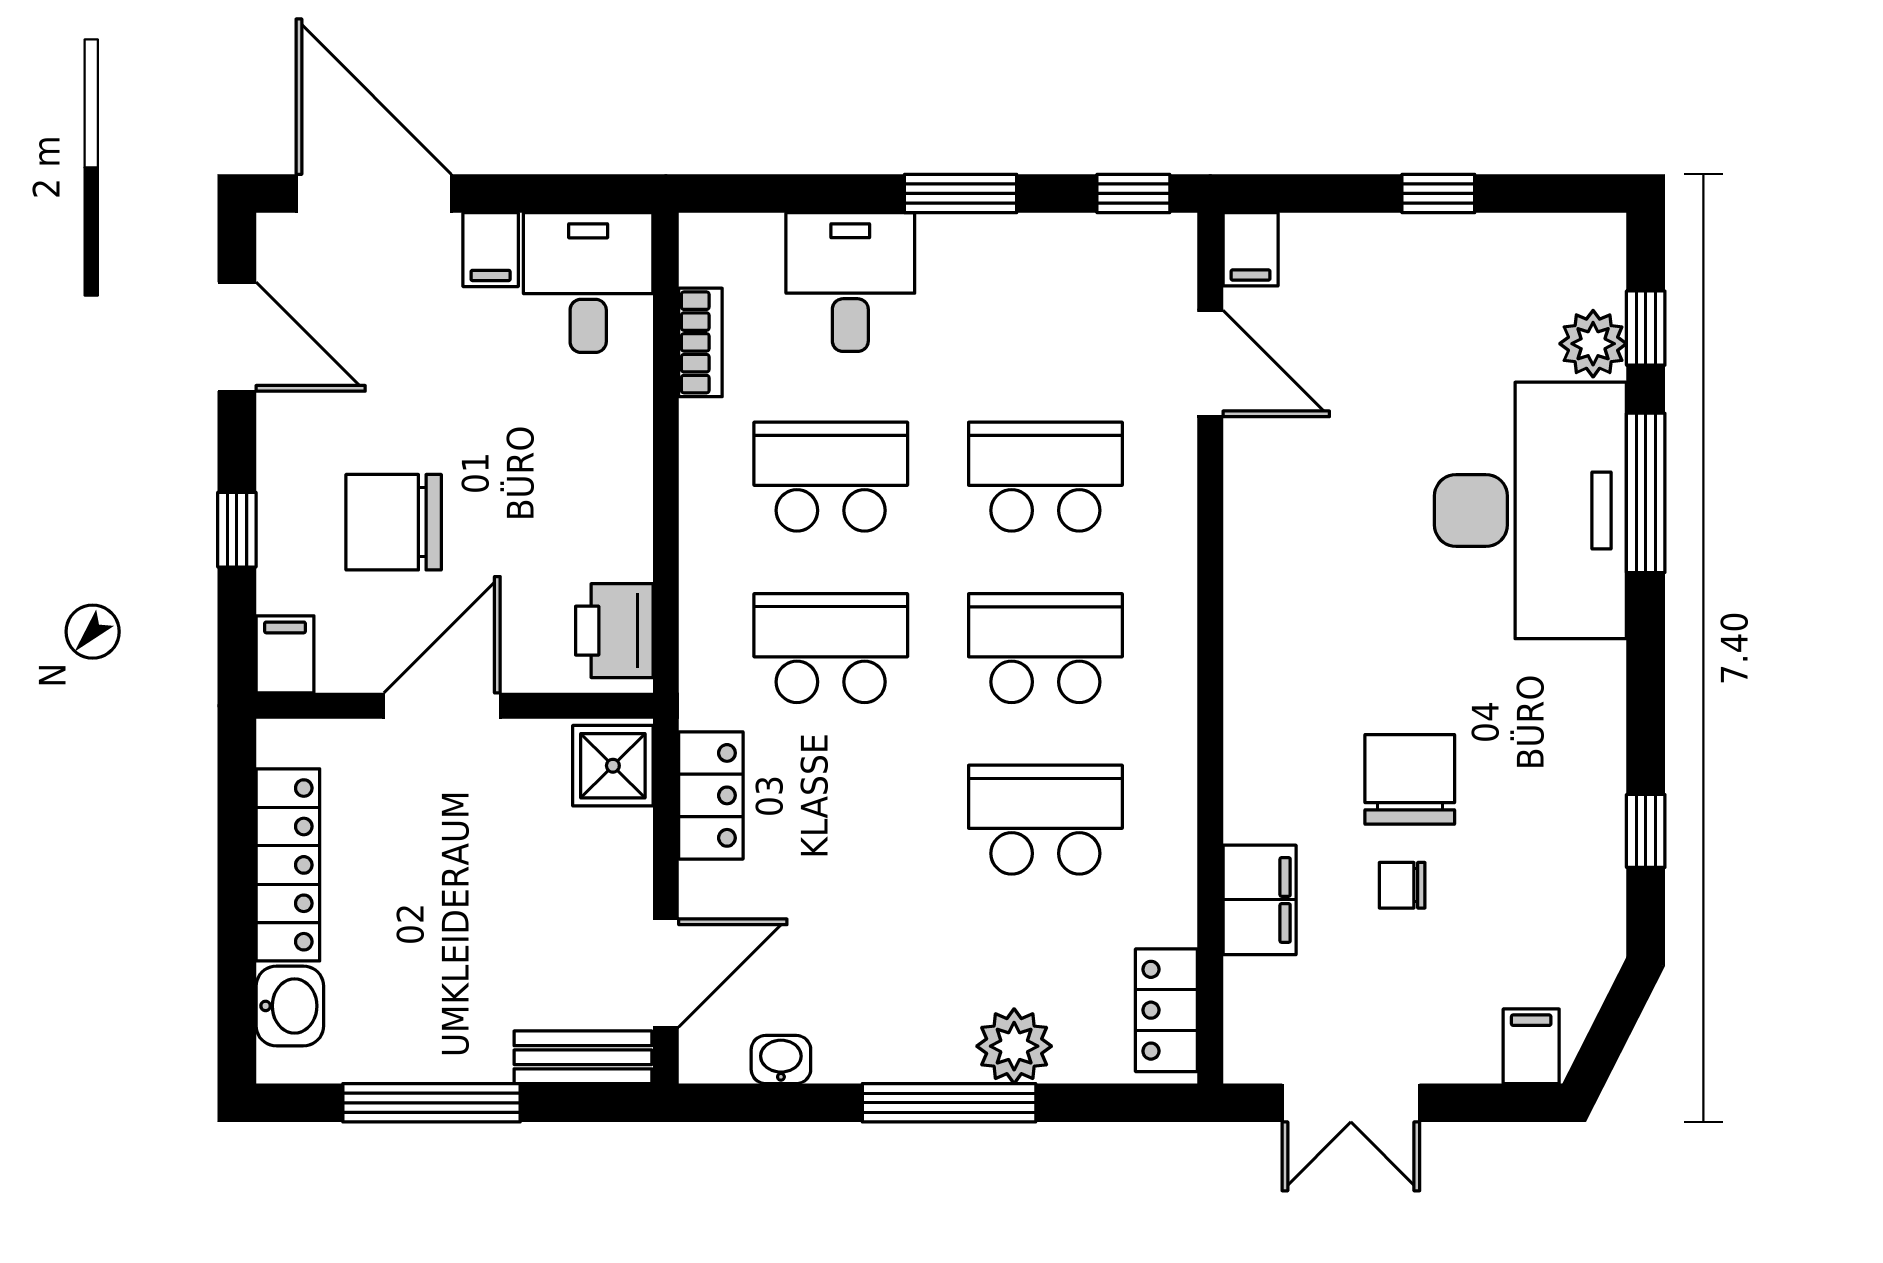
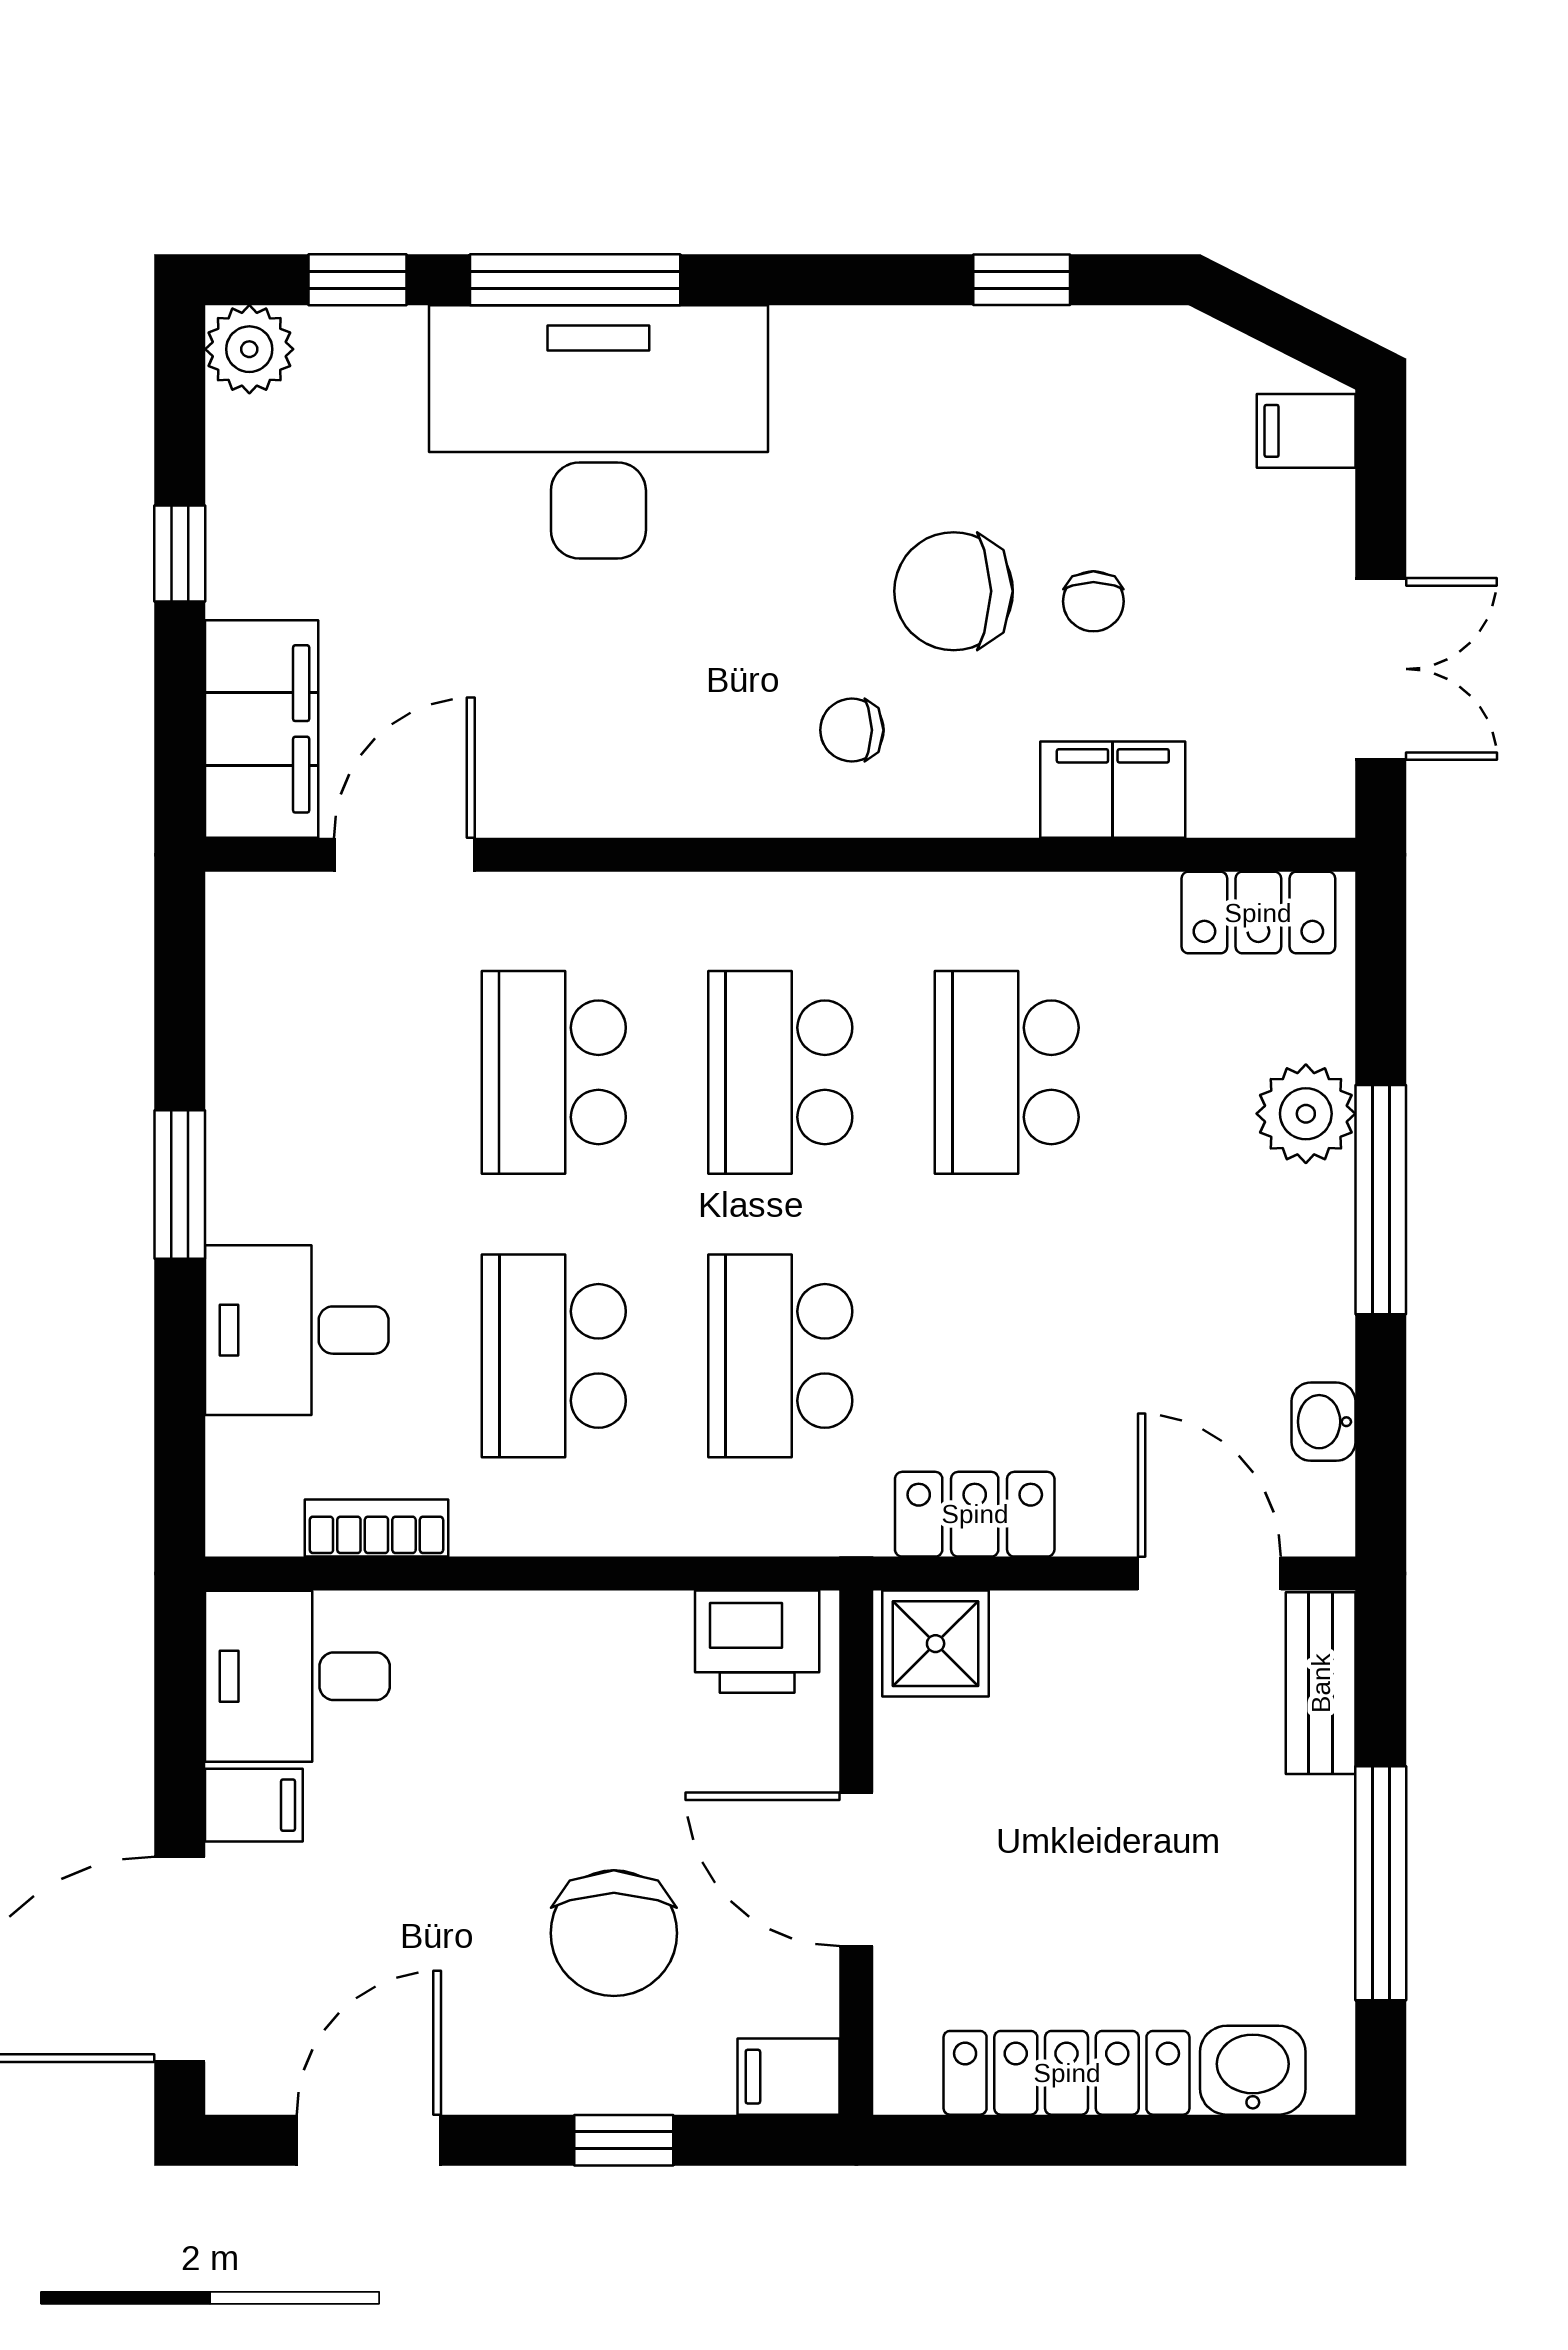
window: (1133, 193) -> (180, 956), removed
filing cabinet: (1251, 249) -> (262, 729), width x3.00, depth x1.17
plant: (1593, 344) -> (249, 349), moved
chair: (1305, 702) -> (852, 730), added

